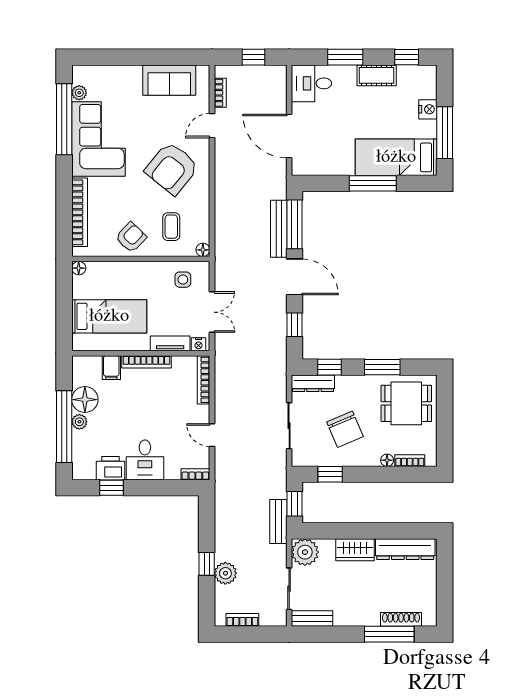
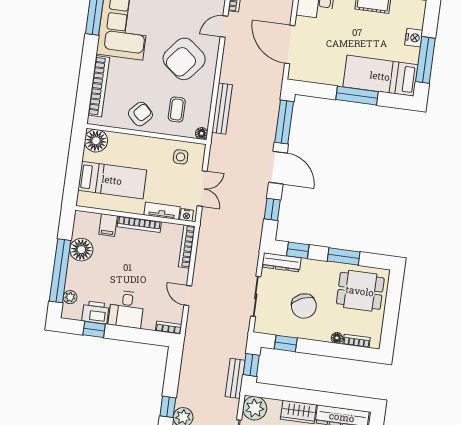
bench: (279, 229) -> (222, 109), moved
floor lamp: (79, 268) -> (96, 141), width x1.89, depth x1.89
plant: (79, 422) -> (70, 297), moved

